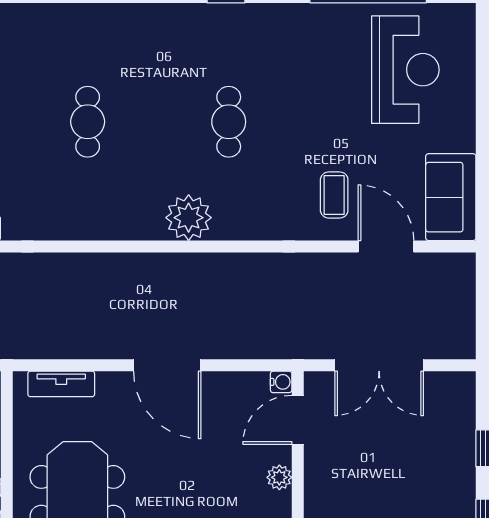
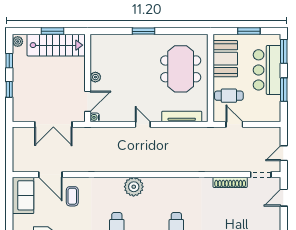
door: (167, 365) -> (143, 124), width x0.53
double door: (379, 365) -> (53, 124), swing flipped
tv unit: (61, 384) -> (182, 117), width x1.41

